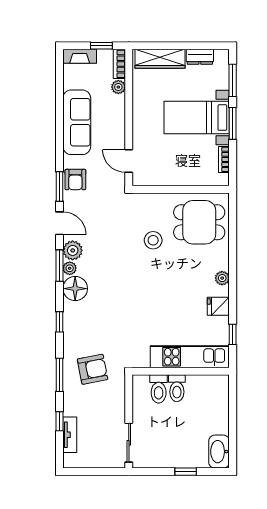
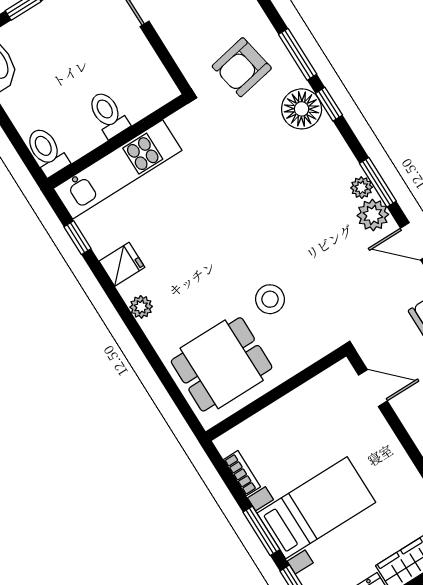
floor lamp: (75, 289) -> (302, 109), moved
window: (59, 375) -> (298, 54), moved
toilet: (159, 389) -> (47, 151), moved

